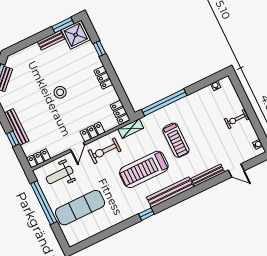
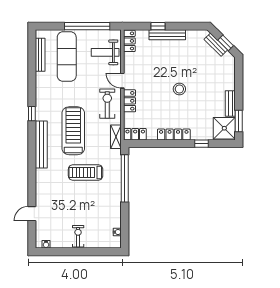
locker: (103, 78) -> (174, 134), width x1.53
weight bench: (60, 175) -> (105, 52), turned -90
bench: (208, 175) -> (40, 55), moved

